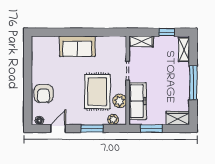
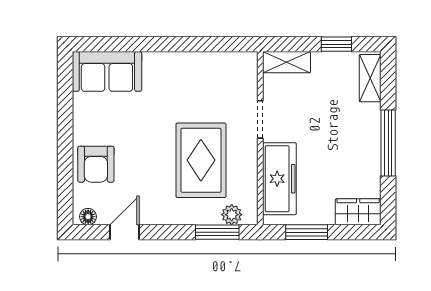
sofa: (77, 46) -> (107, 71), moved
plant: (120, 101) -> (245, 178), removed
window: (92, 128) -> (217, 232), moved

